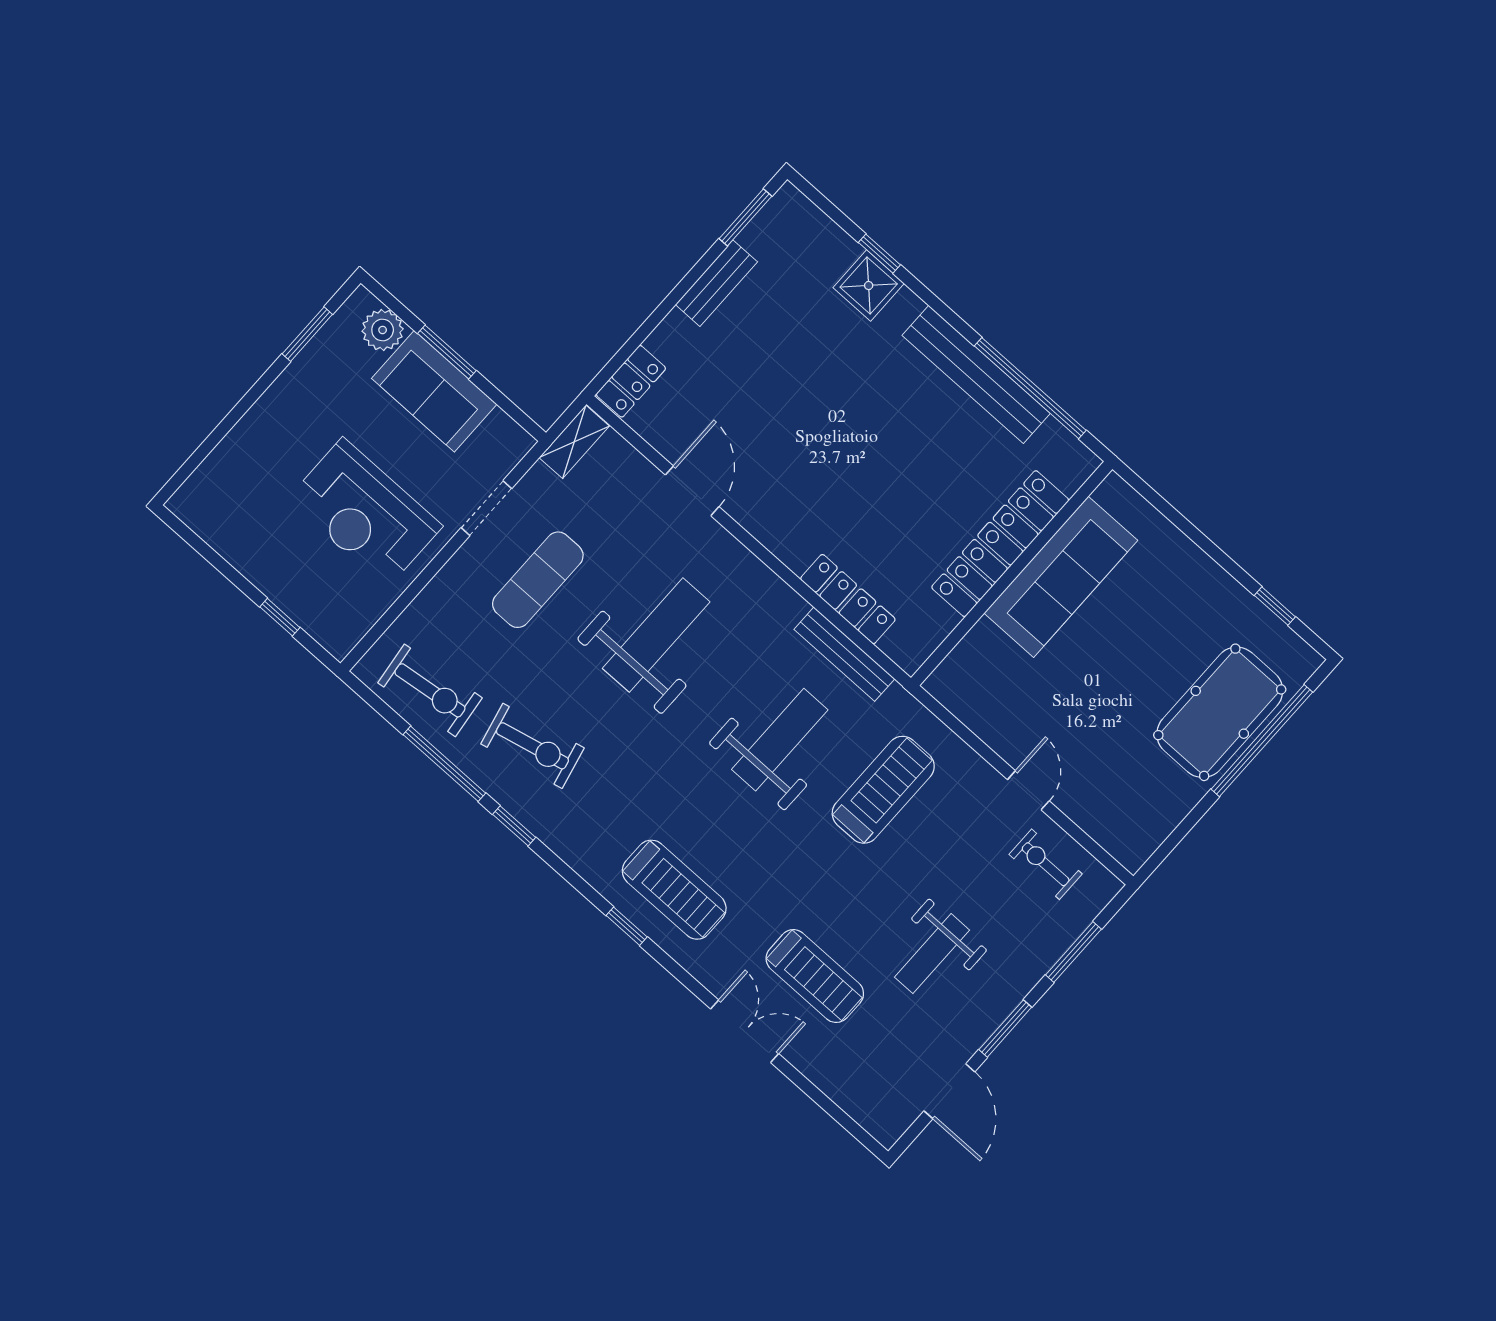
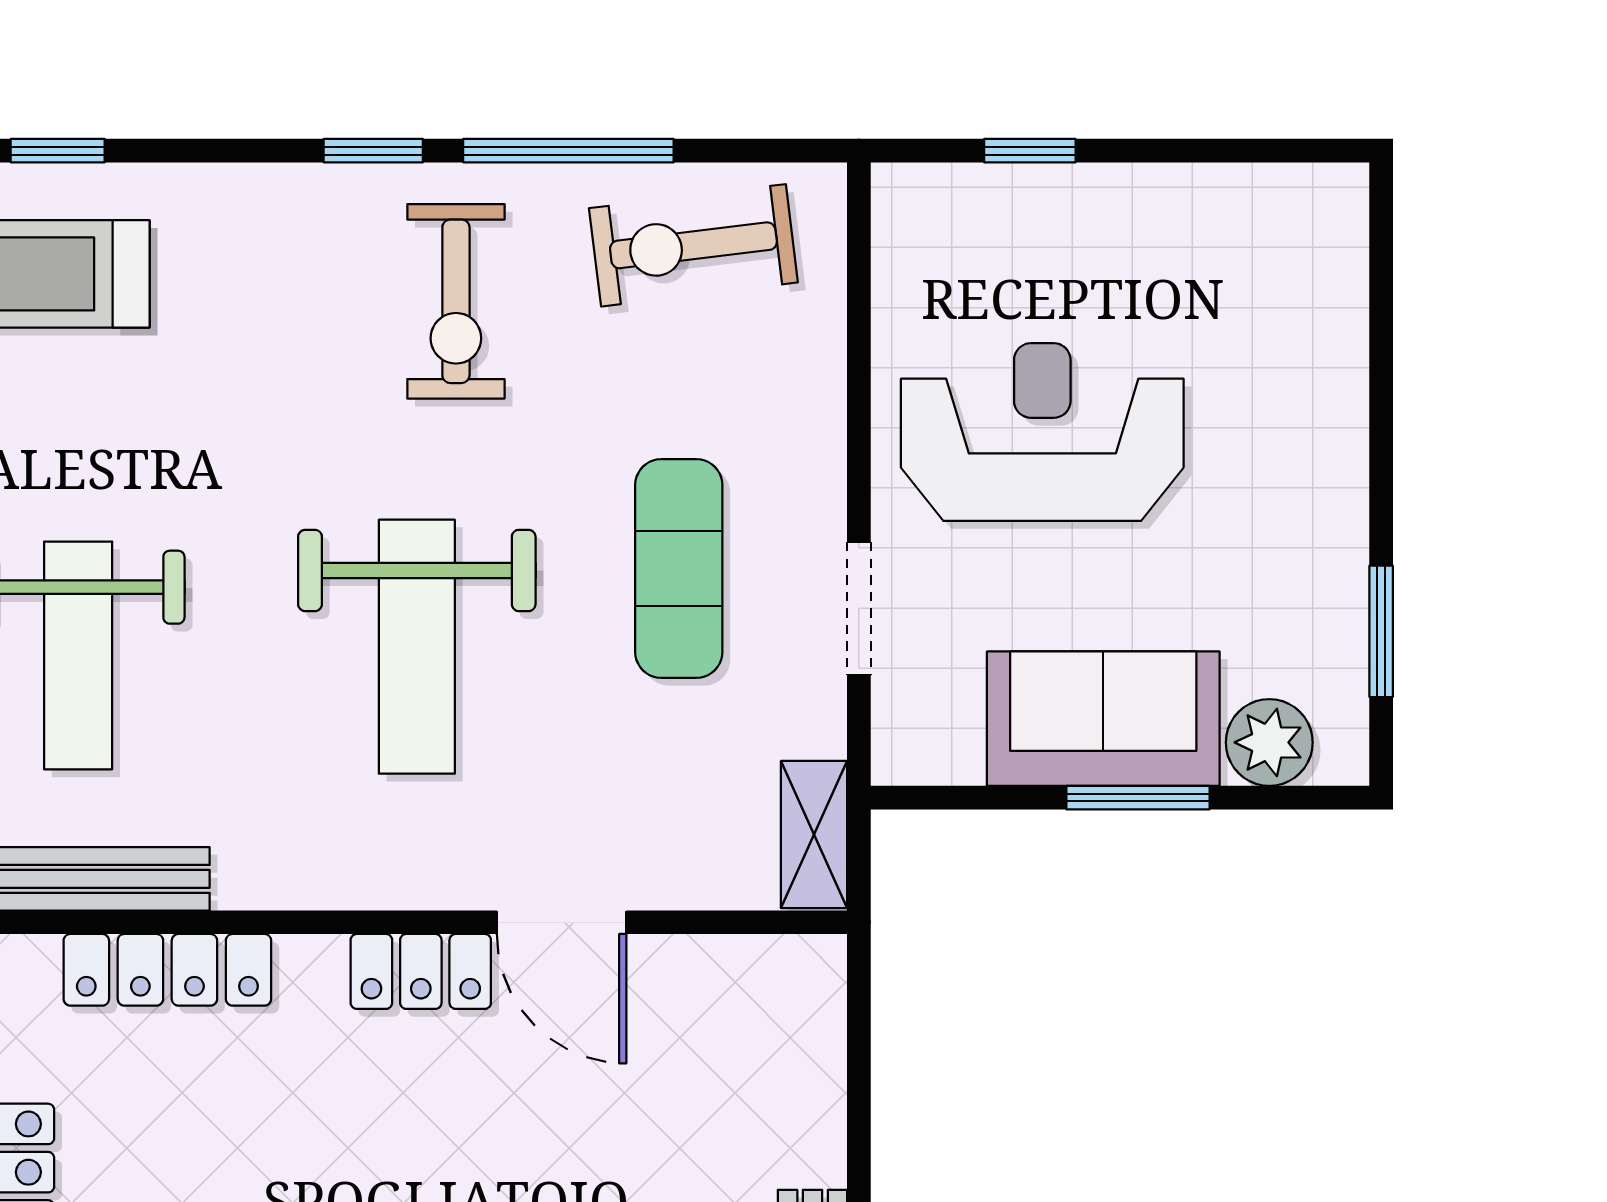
locker: (631, 381) -> (421, 971), moved, turned -90
exercise bike: (532, 746) -> (456, 301), turned -77

